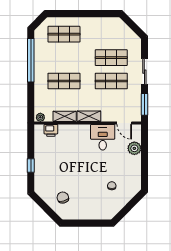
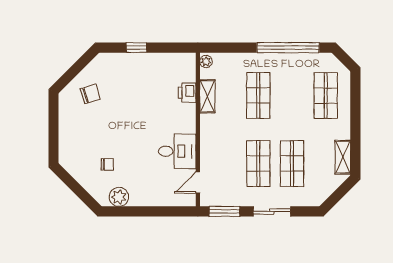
shelving: (89, 116) -> (343, 157), moved
printer: (51, 130) -> (187, 93), moved
plant: (134, 148) -> (119, 197), moved

